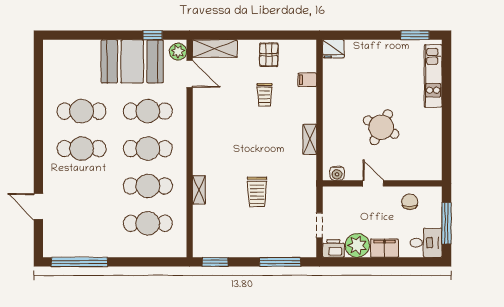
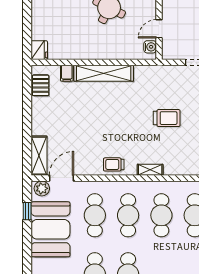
pallet: (269, 55) -> (41, 85), moved, turned 90
trolley: (264, 95) -> (114, 164), moved, turned 180
shelving: (310, 139) -> (104, 73), width x2.20, depth x1.33
door: (373, 183) -> (159, 29), moved
shelving: (199, 190) -> (150, 170), moved

